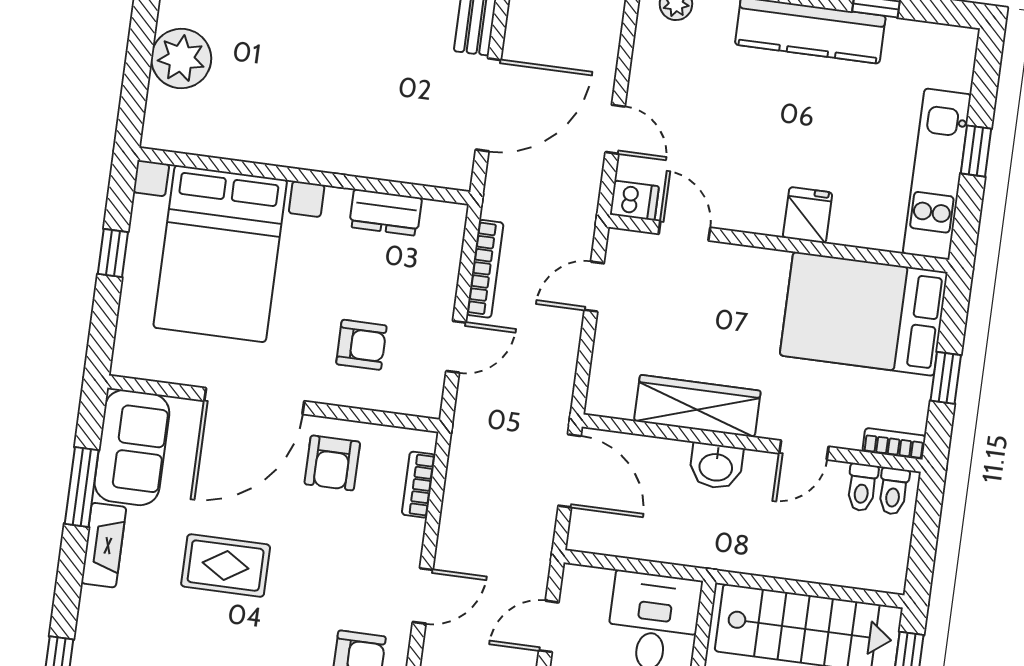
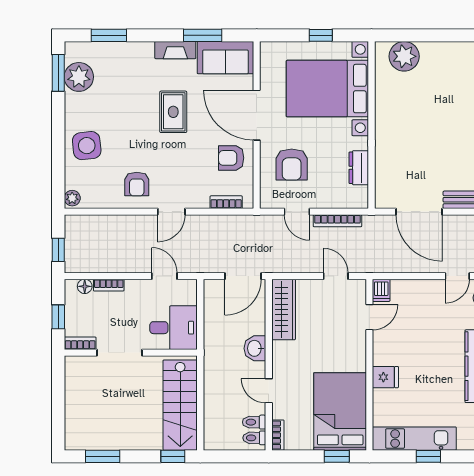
plant: (181, 58) -> (404, 56), moved
door: (615, 129) -> (457, 276), moved
armchair: (361, 345) -> (292, 165), width x1.38, depth x1.38
window: (946, 378) -> (337, 456), moved
wardrobe: (697, 406) -> (284, 309), moved
door: (423, 596) -> (171, 212), hinge flipped

